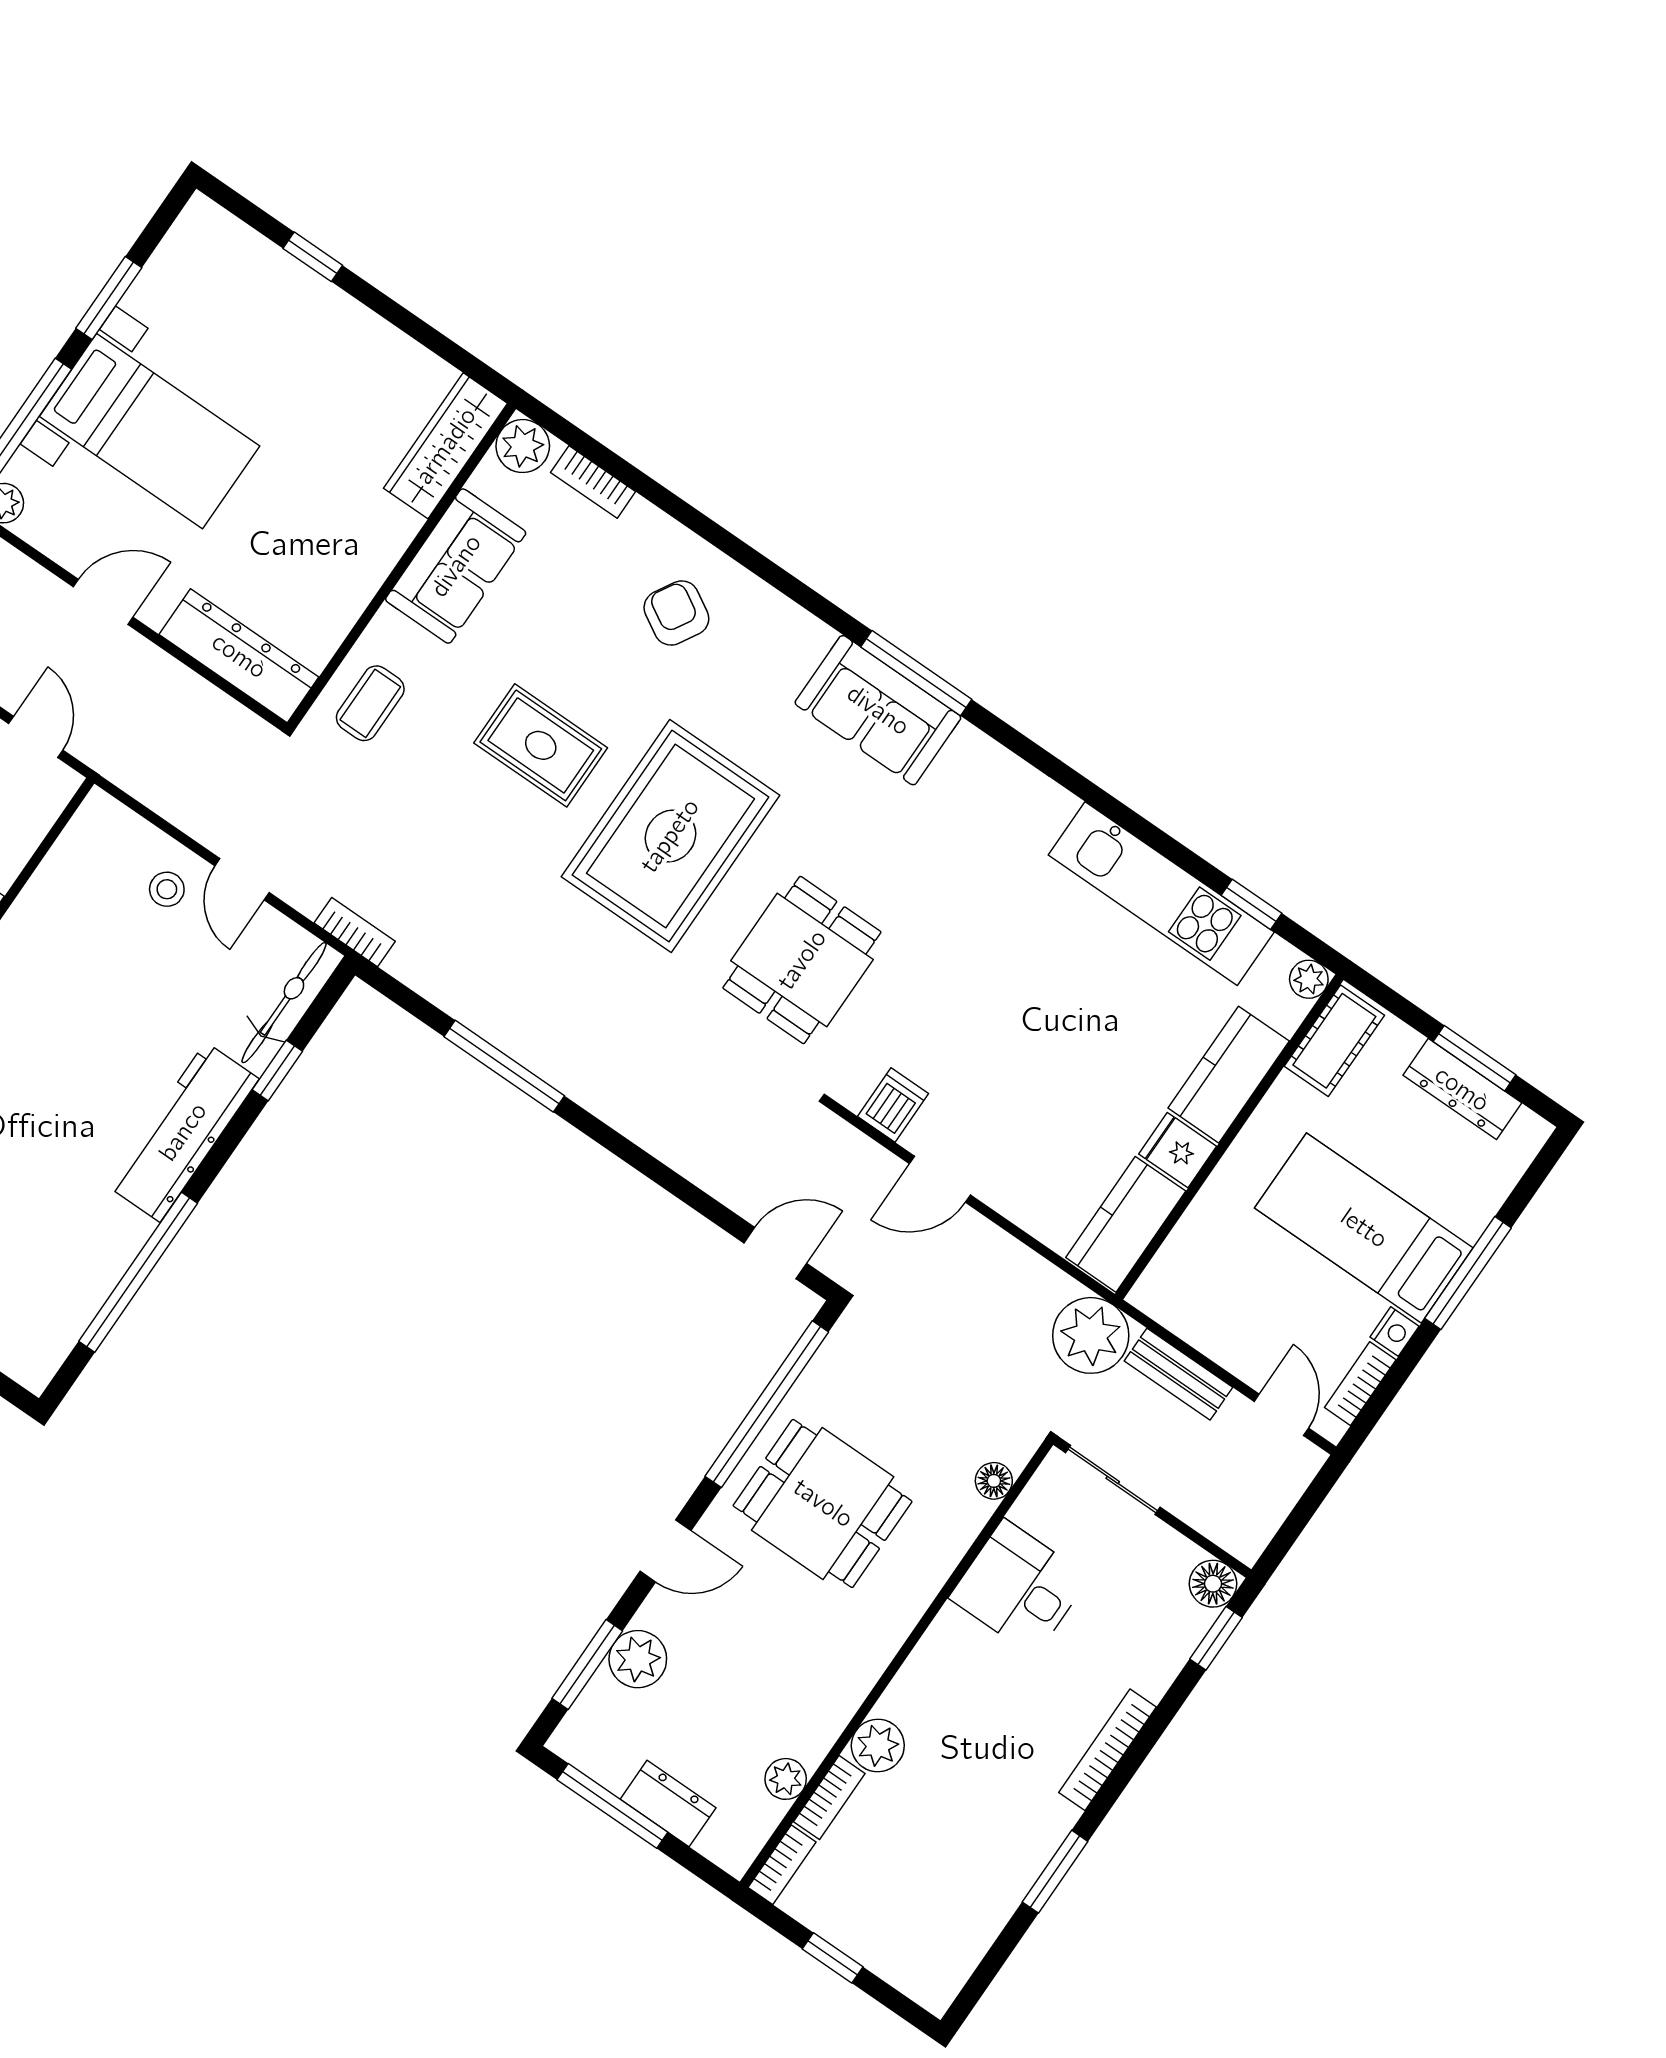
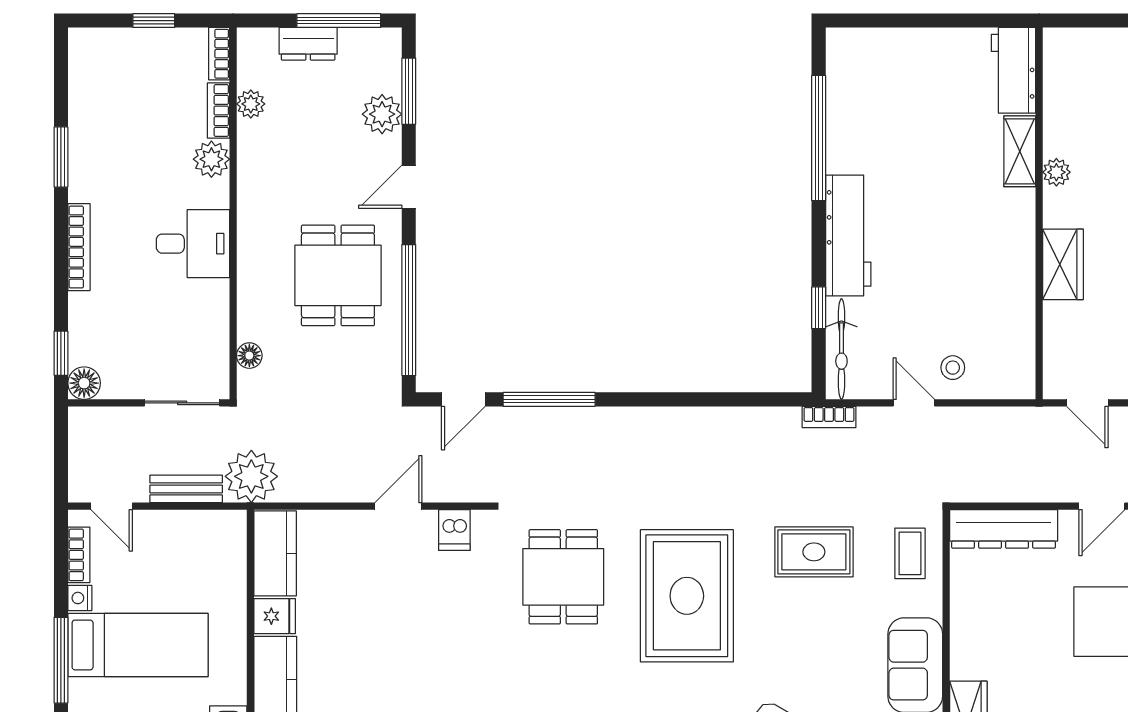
rug: (541, 745) -> (814, 552), moved
window: (504, 1066) -> (549, 399), moved
dining table: (823, 1503) -> (338, 275), turned 90
desk: (1019, 1588) -> (193, 244), moved

